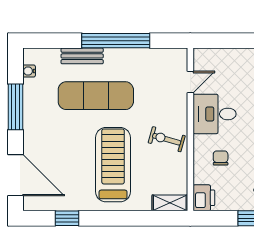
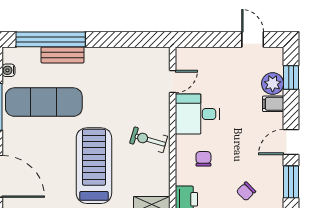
window: (116, 41) -> (51, 39), moved
exercise mat: (96, 96) -> (44, 102), moved

